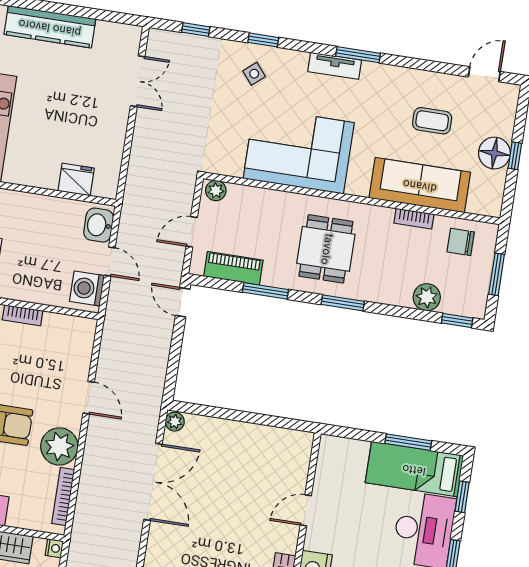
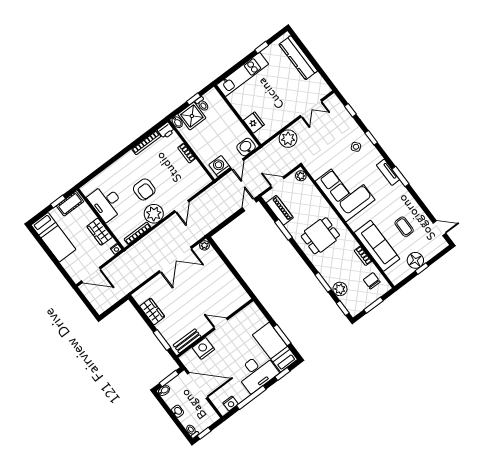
plant: (147, 155) -> (288, 139), added
window: (343, 303) -> (323, 282), moved

